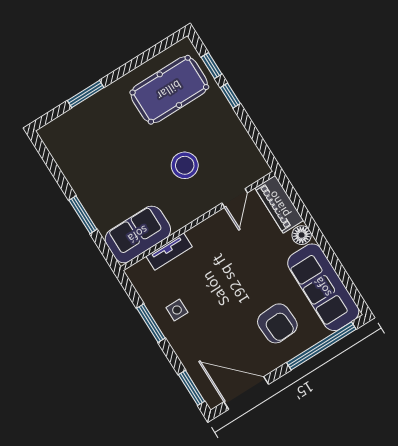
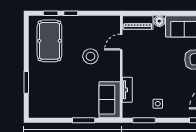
door: (235, 198) -> (121, 42), swing flipped
window: (151, 323) -> (144, 120), moved

